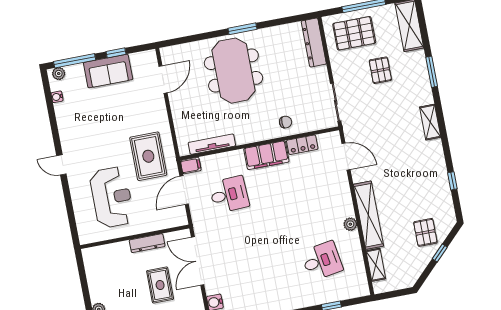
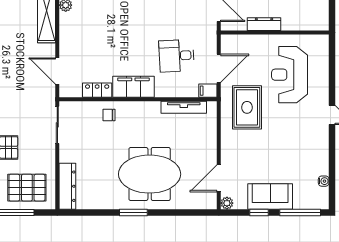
meeting table: (233, 71) -> (150, 174), turned 90
plant: (59, 74) -> (227, 203), moved

